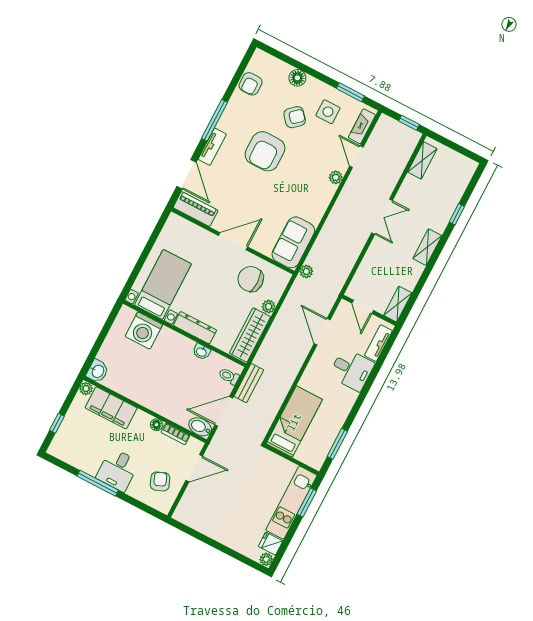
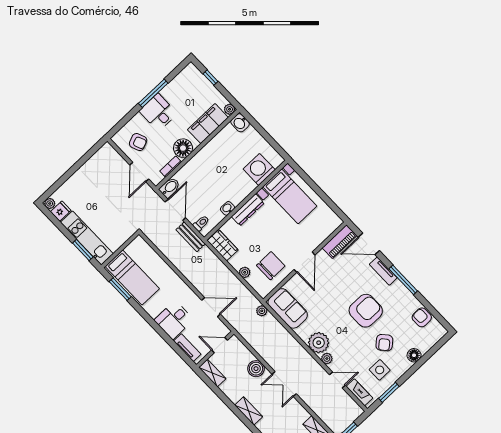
armchair: (265, 151) -> (366, 311), turned 90
plant: (321, 193) -> (319, 343), added
boiler: (375, 255) -> (256, 369), added
wardrobe: (250, 335) -> (223, 245), width x0.67
bed: (294, 422) -> (132, 278), moved
floor lamp: (157, 425) -> (183, 148), width x1.89, depth x1.89

